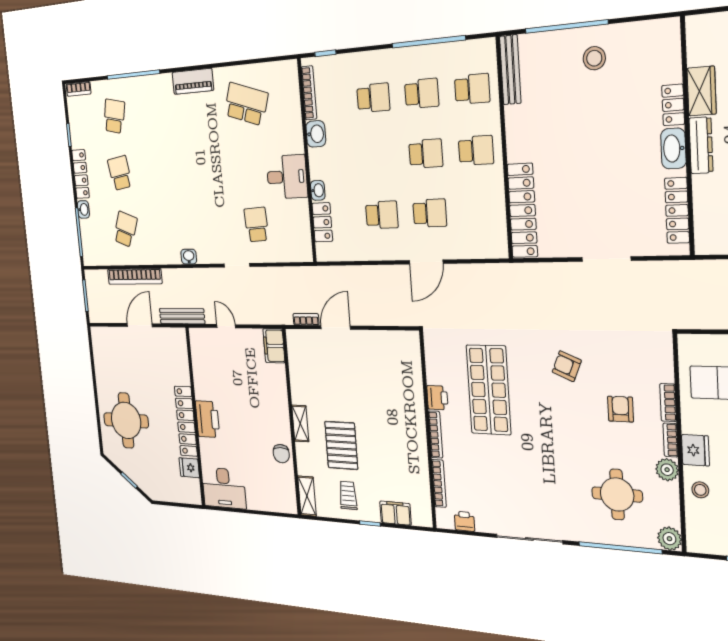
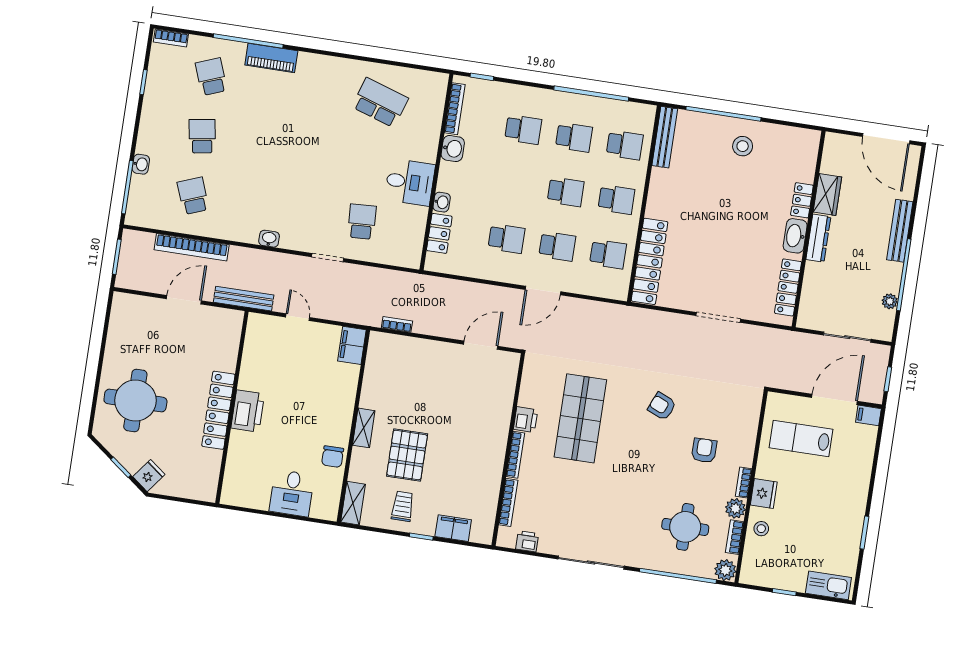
piano: (193, 81) -> (271, 58), moved
school desk: (114, 116) -> (211, 77), turned -33
locker: (81, 174) -> (148, 126), removed
school desk: (480, 211) -> (608, 254), added
school desk: (125, 229) -> (193, 196), turned -42
door: (336, 327) -> (481, 345), moved
bookcase: (668, 403) -> (735, 537), moved
fridge: (189, 468) -> (149, 476), moved, turned 127
desk: (224, 488) -> (292, 493), moved, width x0.73

